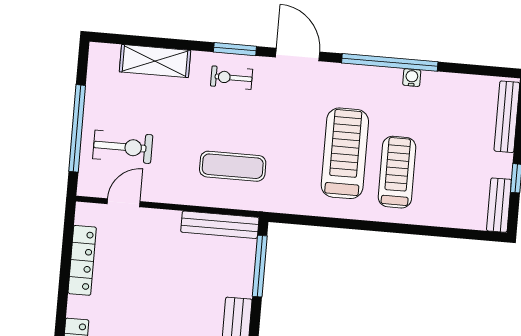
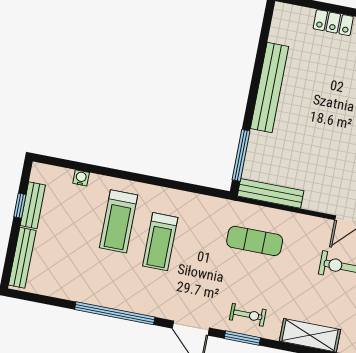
water cooler: (412, 78) -> (81, 178), moved, turned 180
treadmill: (345, 153) -> (160, 242), width x0.73, depth x0.73
bench: (499, 205) -> (33, 205), moved

